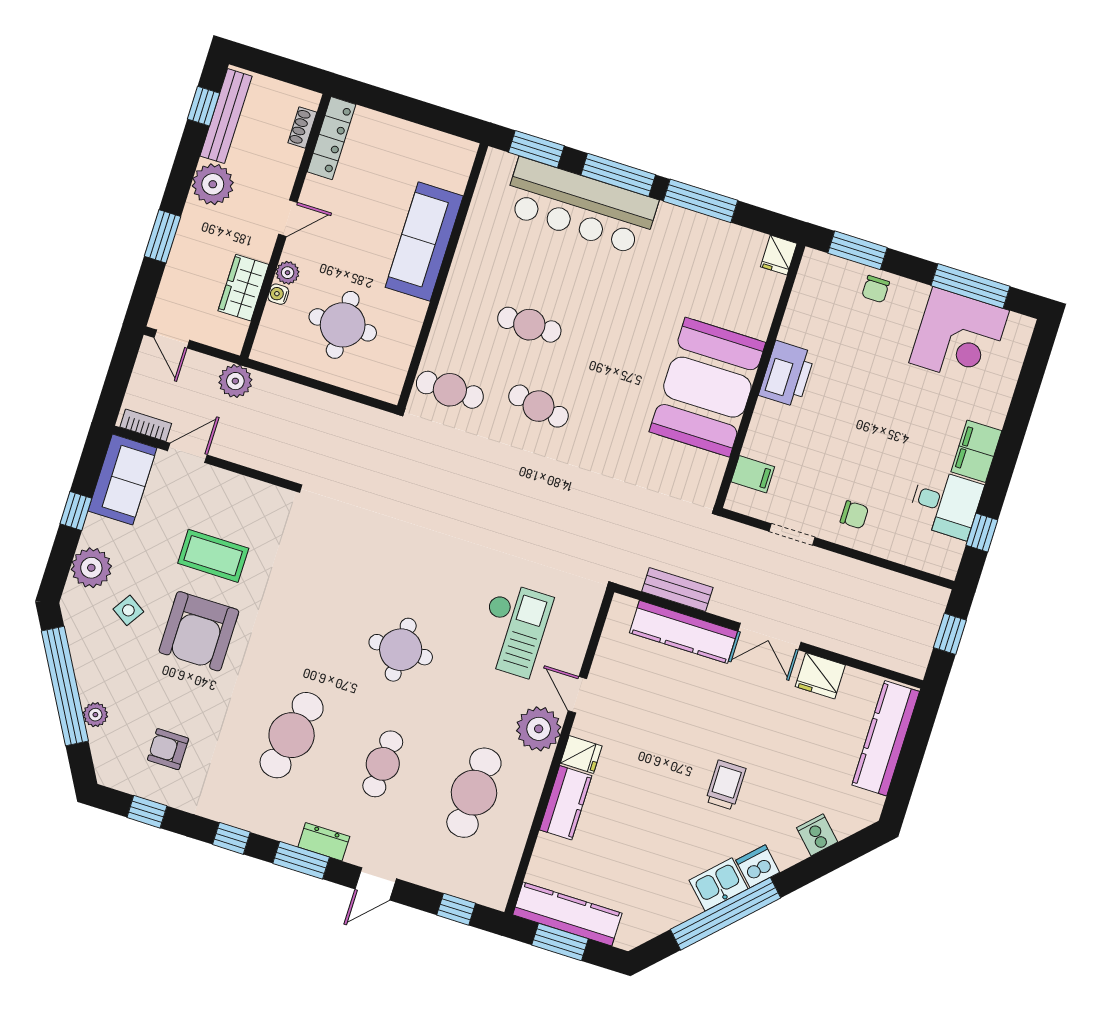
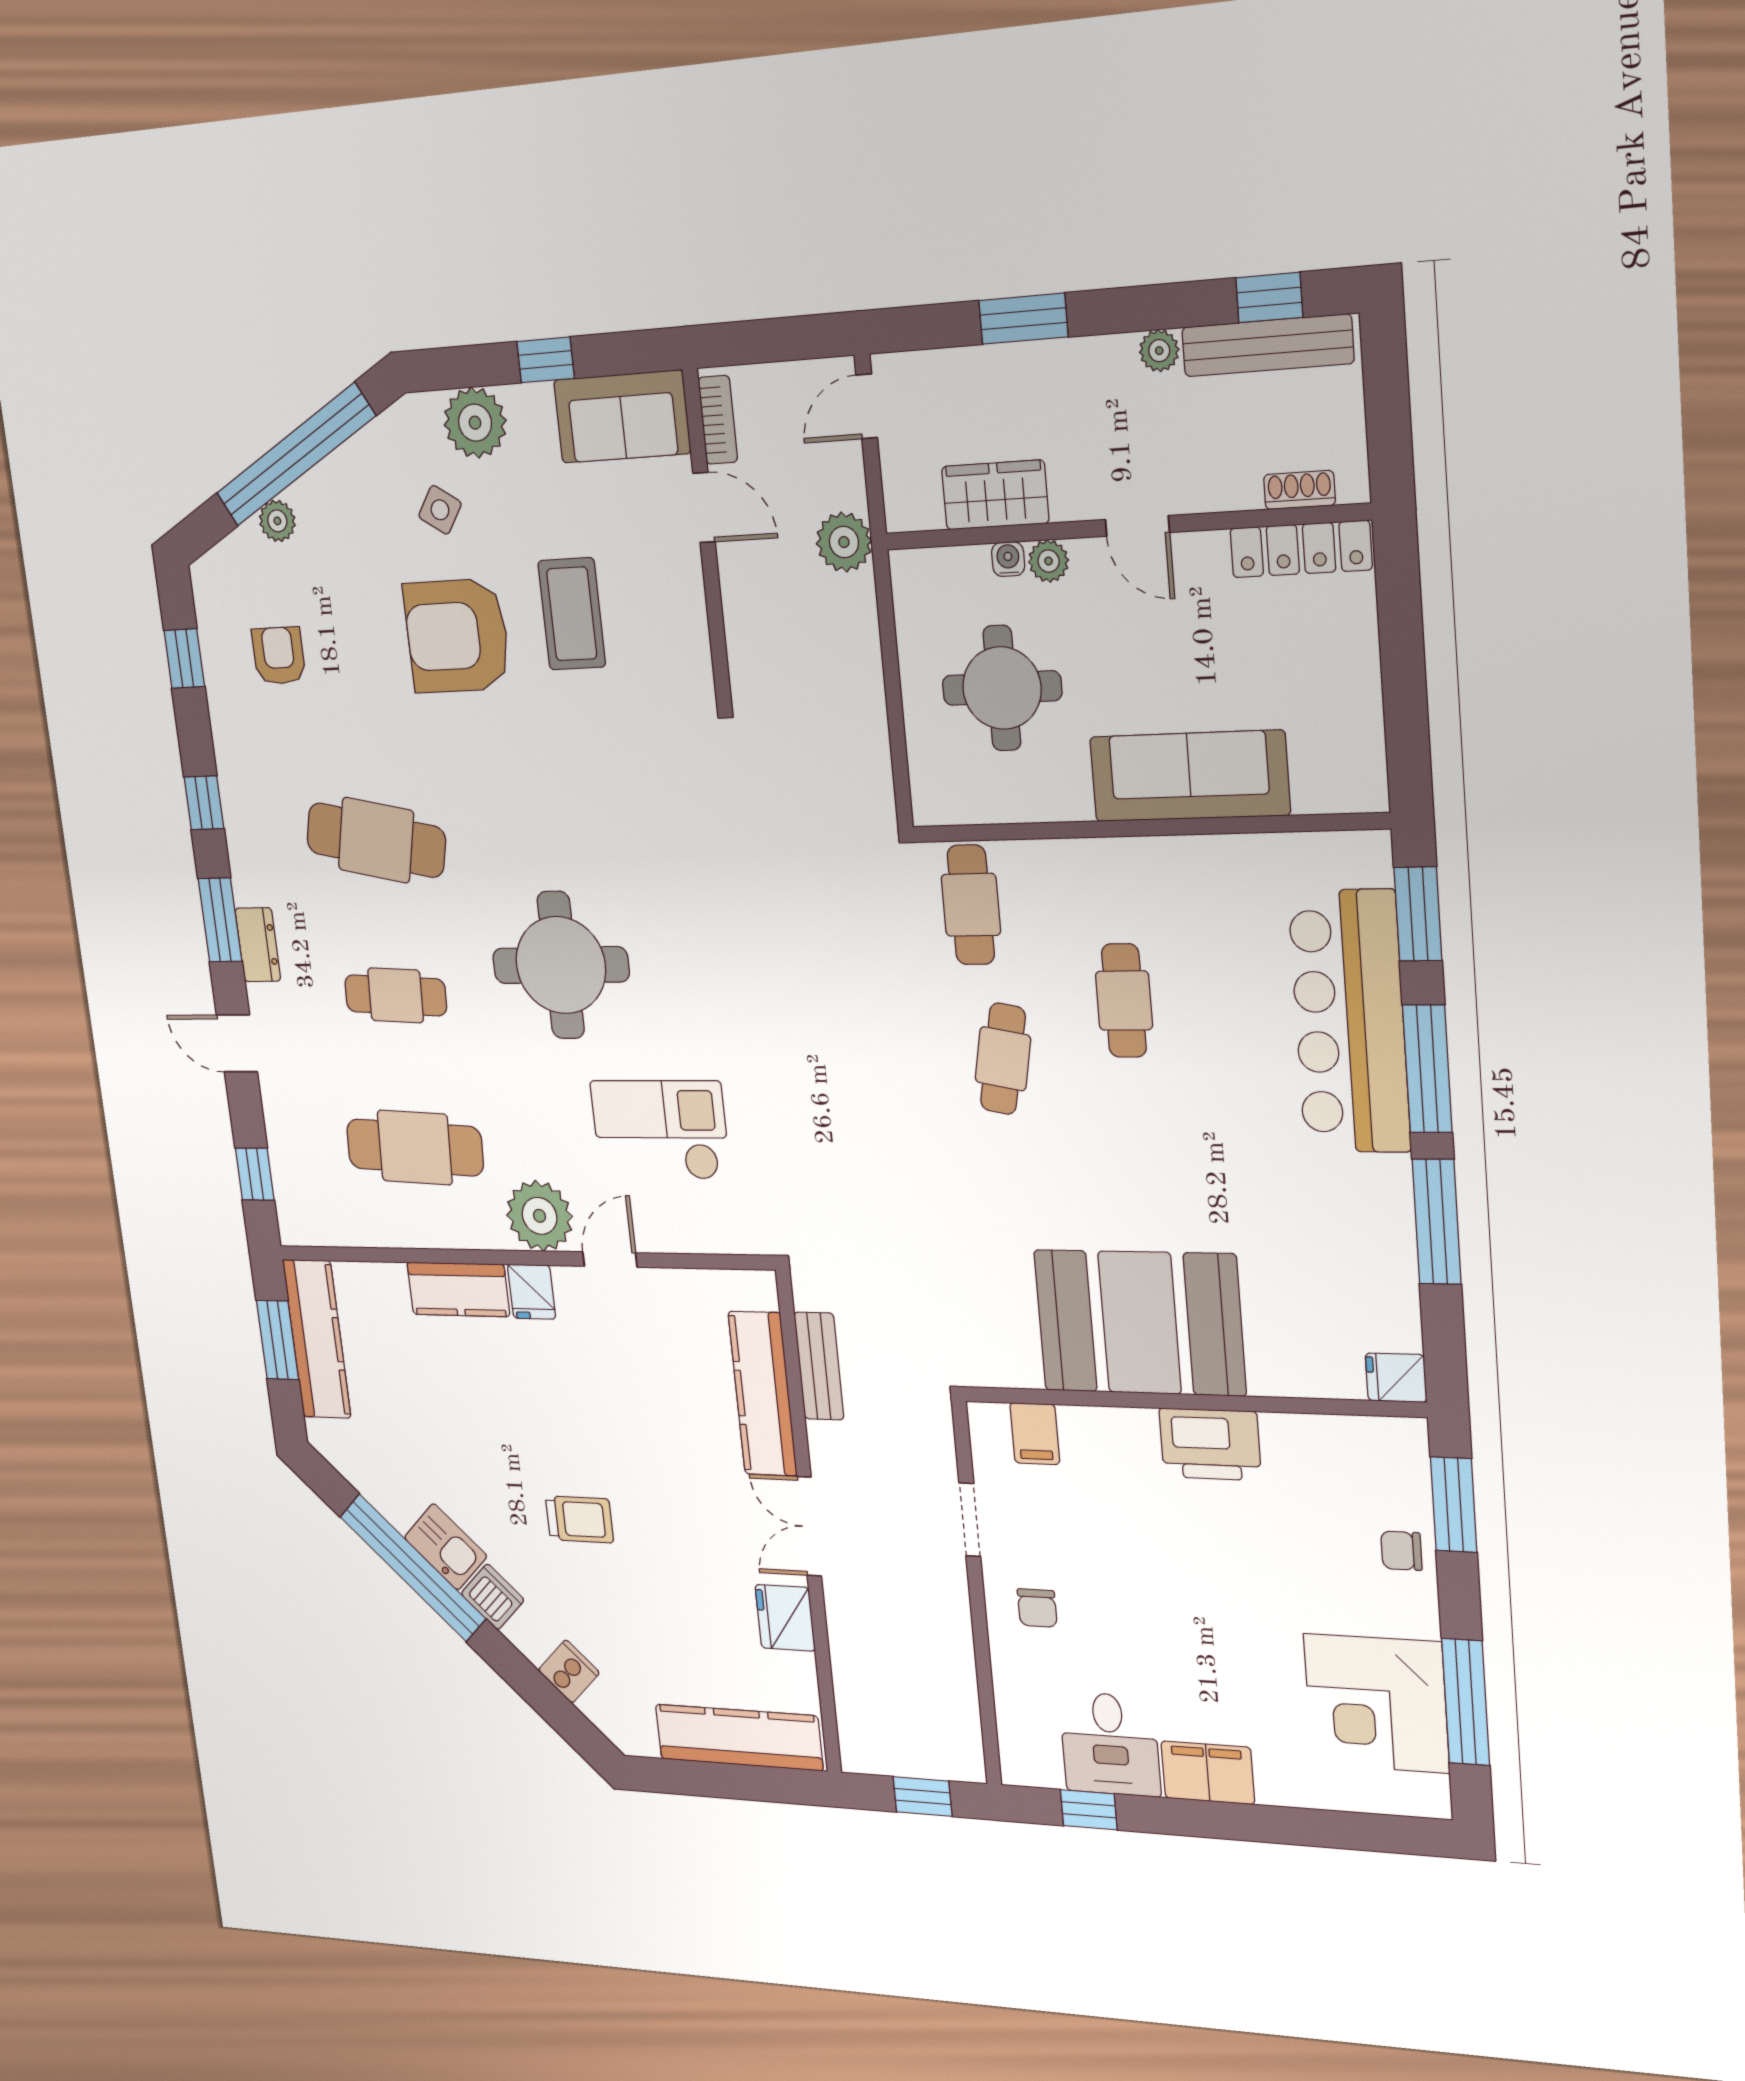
plant: (213, 184) -> (1159, 351), width x0.53, depth x0.53
checkout: (513, 629) -> (660, 1130), turned 180
round table: (401, 650) -> (561, 965), width x1.36, depth x1.36

